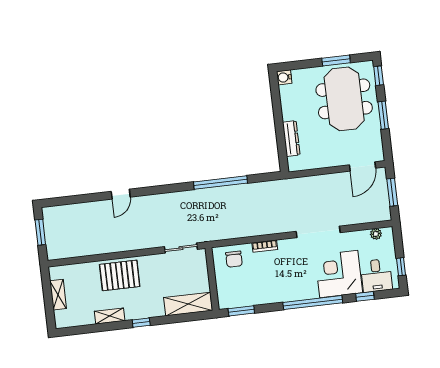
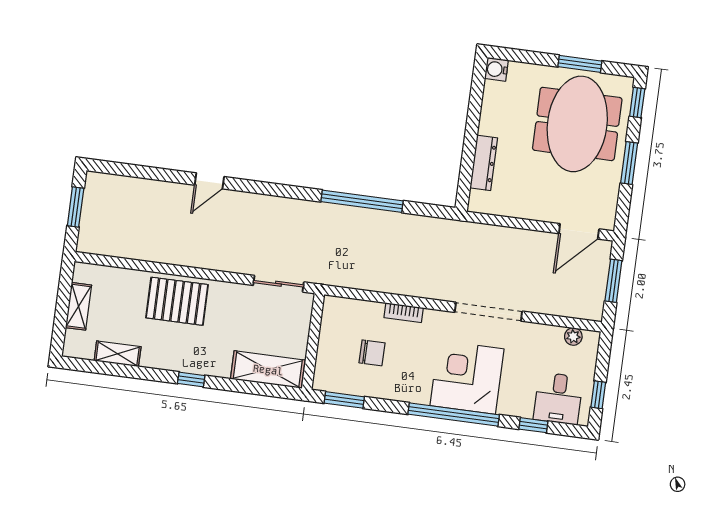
chair: (234, 259) -> (372, 353), moved, turned -90
corner desk: (339, 274) -> (467, 377), moved
shelving: (110, 316) -> (118, 354), moved

